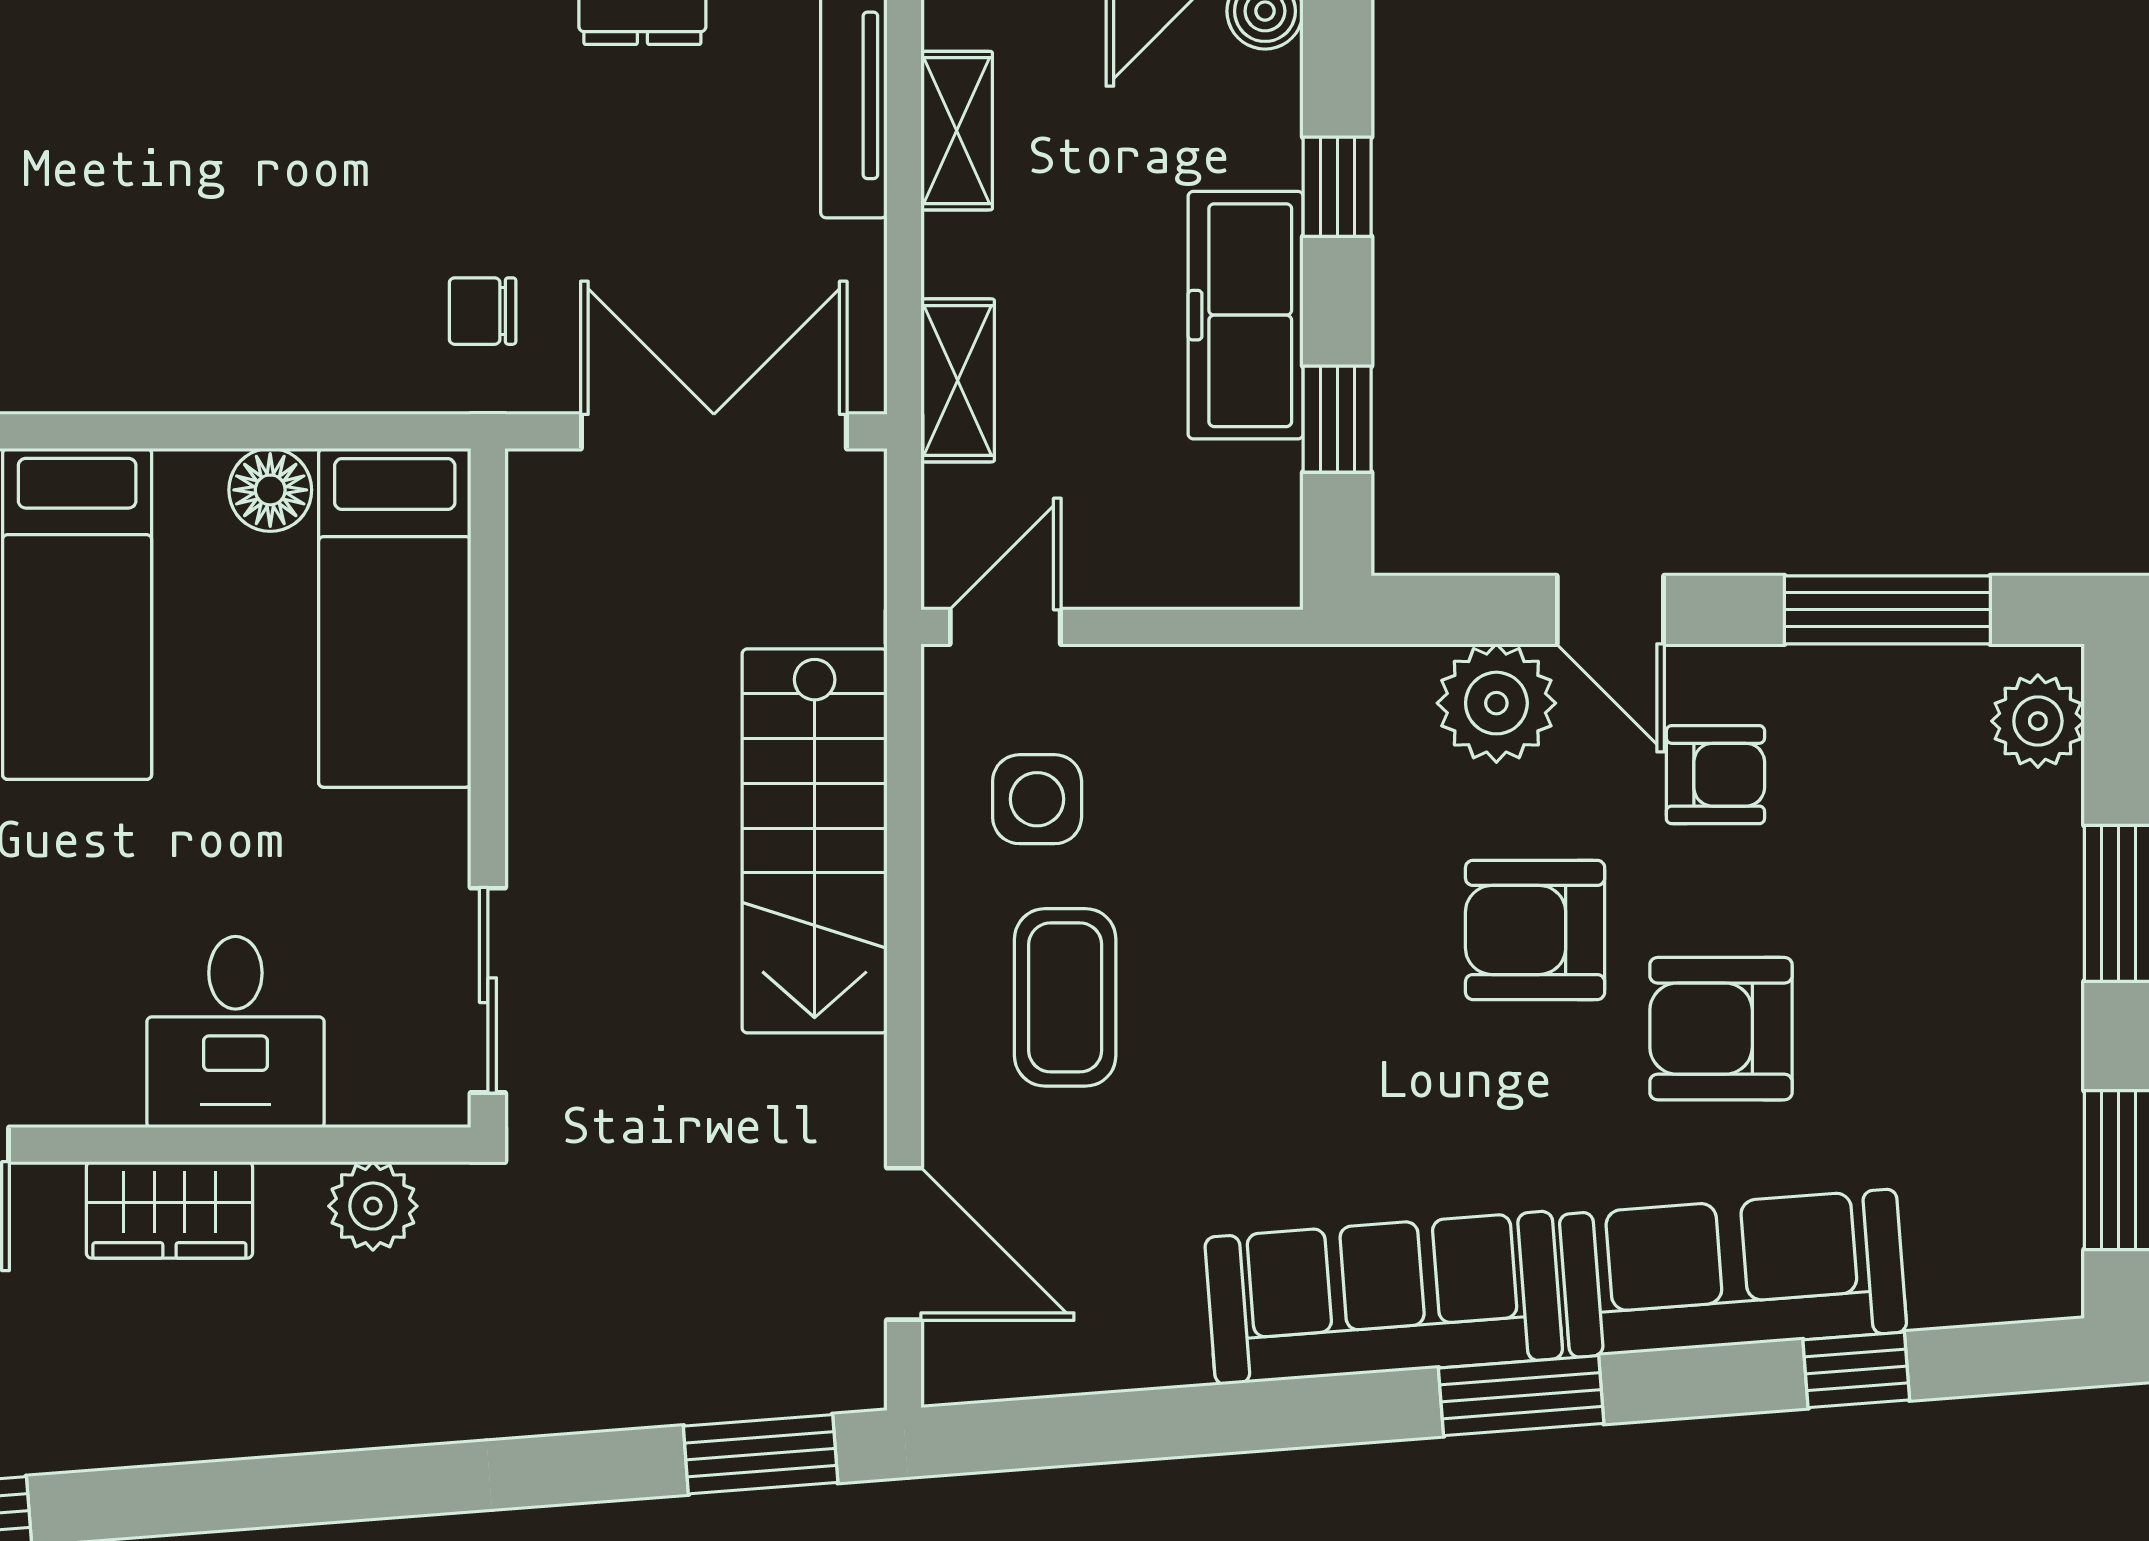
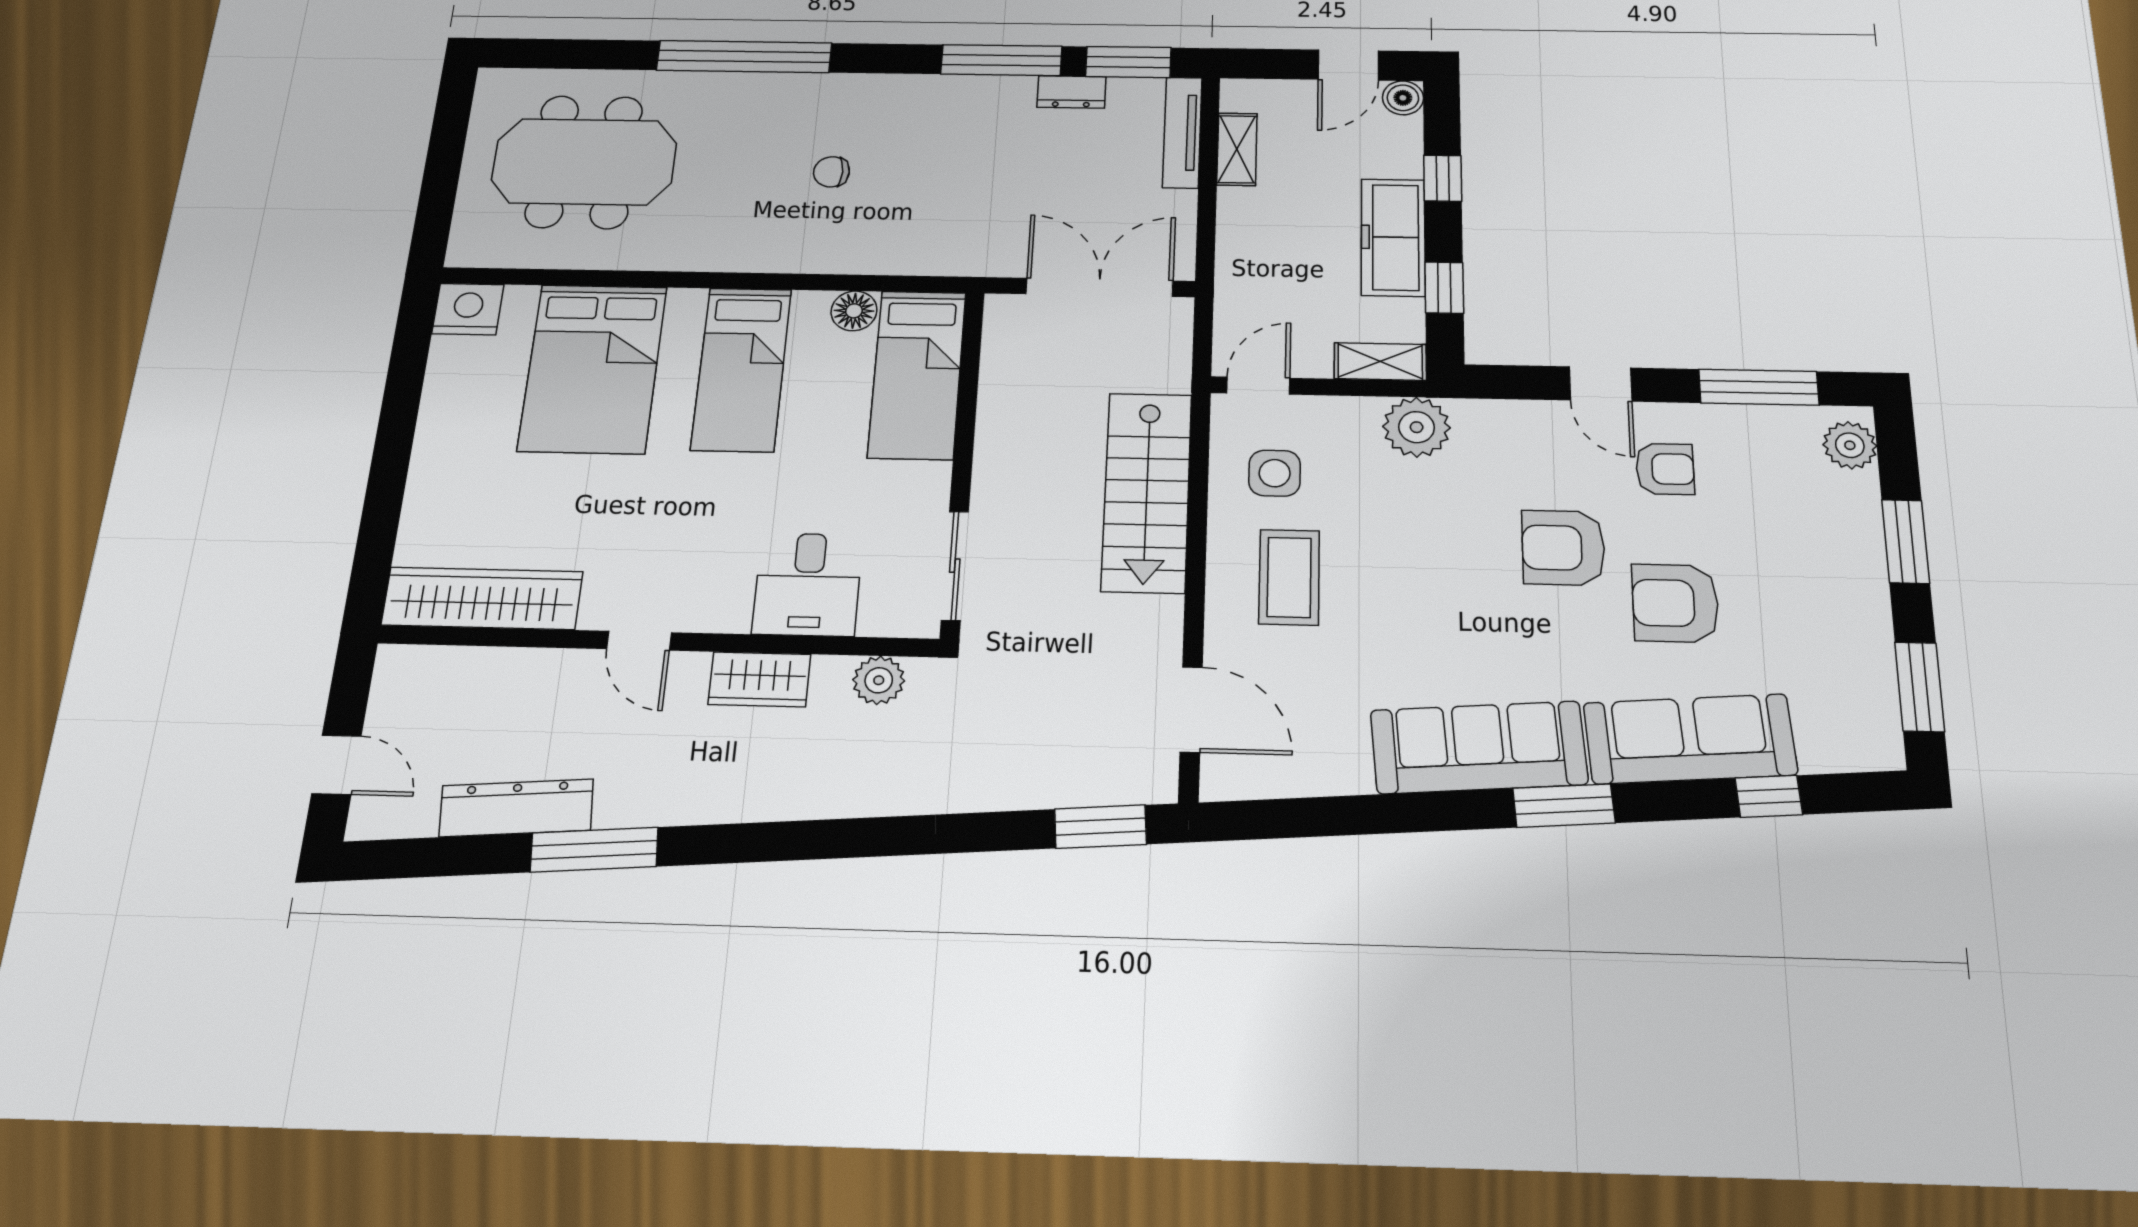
chair: (483, 311) -> (831, 172), moved
shelving: (958, 380) -> (1380, 361), moved, turned 90
plant: (1496, 703) -> (1417, 427), moved

